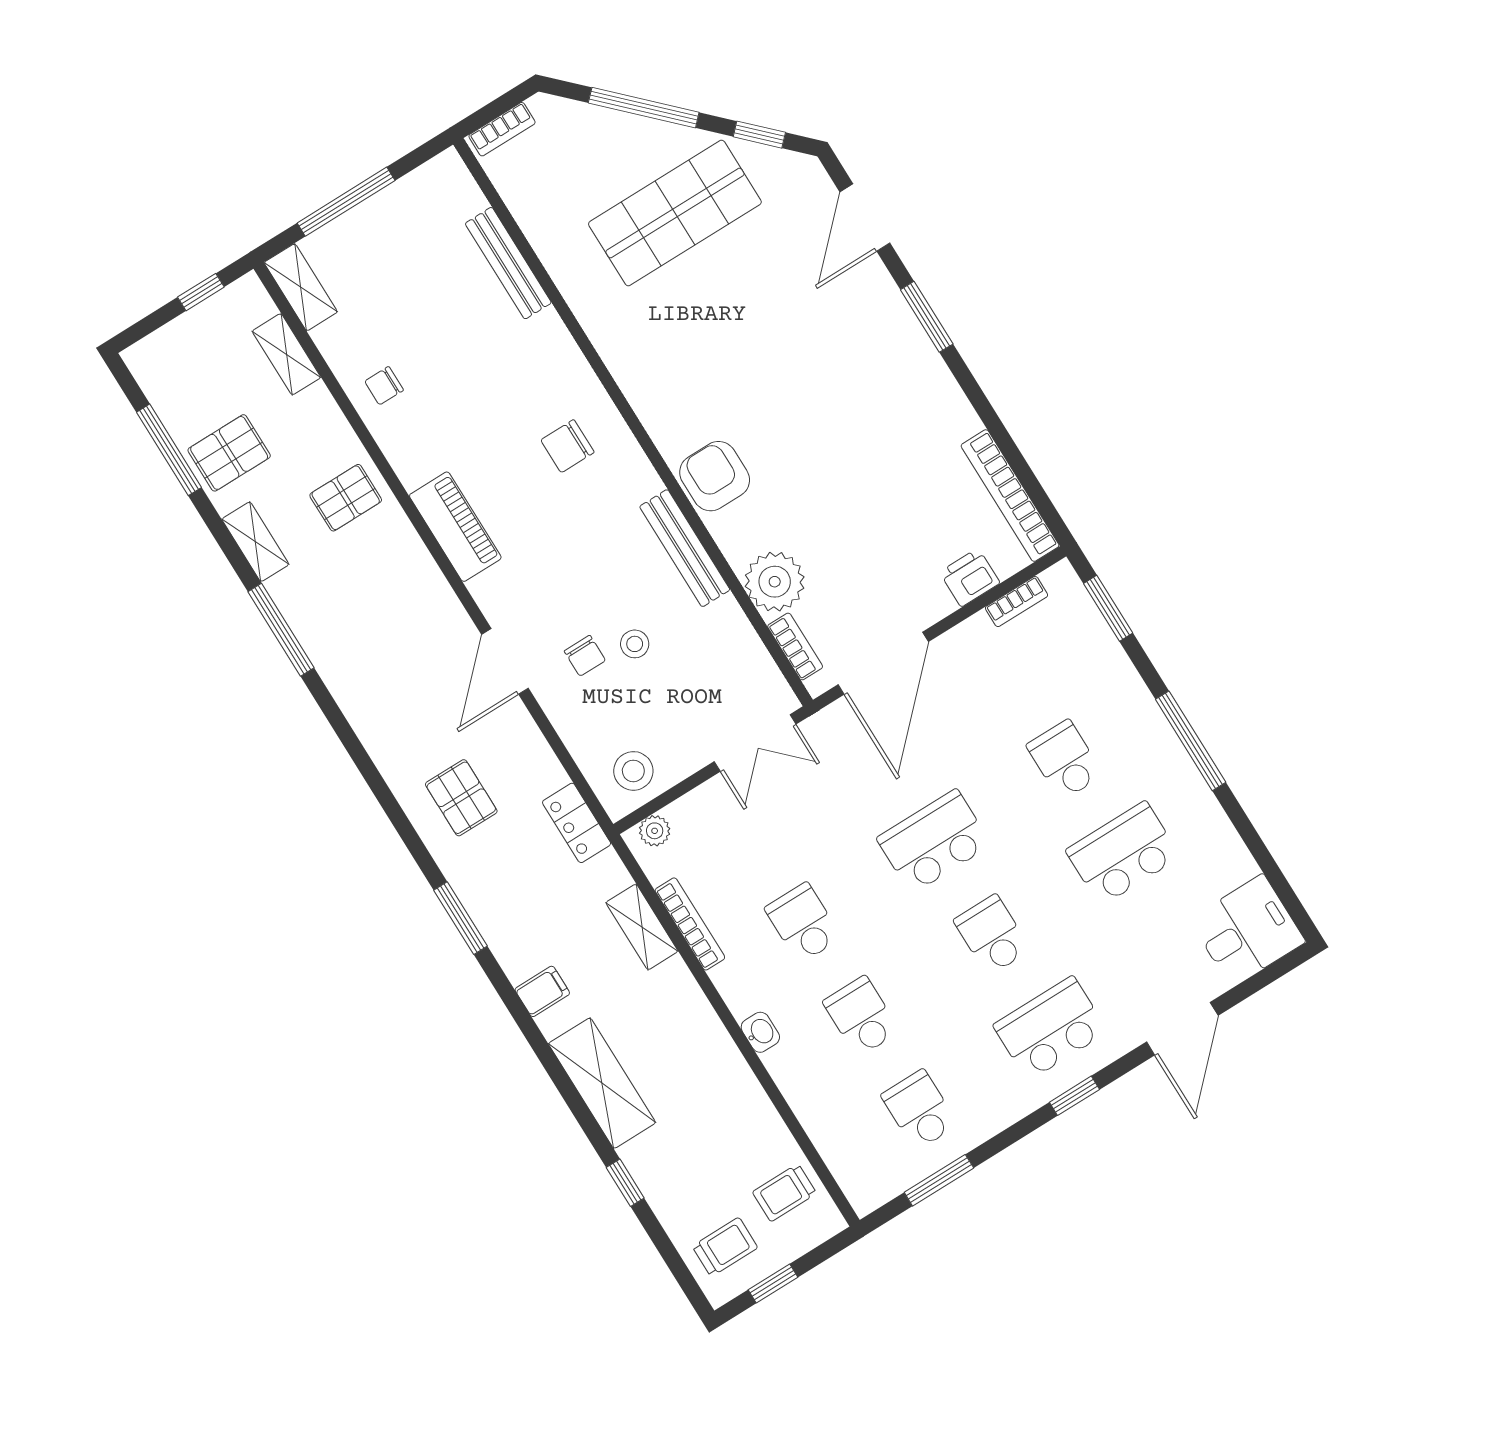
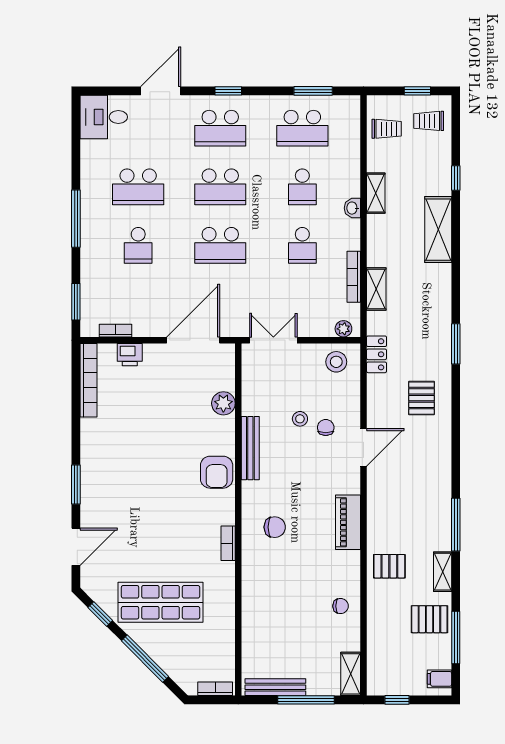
bench: (508, 263) -> (275, 687), moved, turned 90
shelving: (286, 354) -> (376, 193), moved
plant: (775, 582) -> (223, 403), width x0.73, depth x0.73
bookcase: (795, 646) -> (228, 543), moved
school desk: (992, 935) -> (220, 187), width x1.85
filing cabinet: (542, 991) -> (439, 679), moved
school desk: (919, 1110) -> (302, 128), width x1.85

